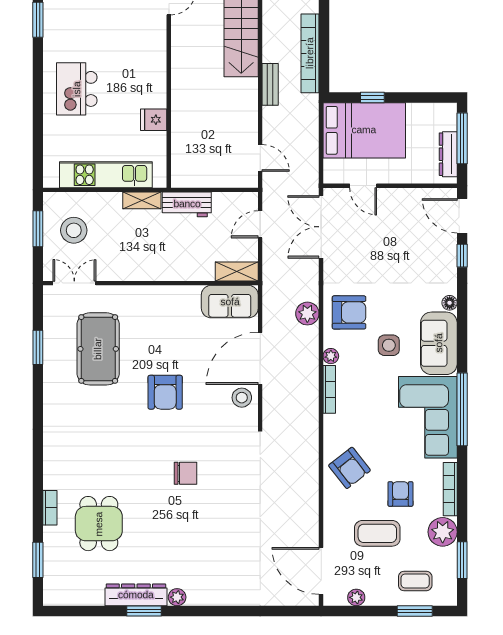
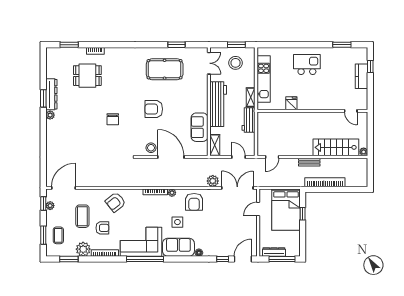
workbench: (156, 265) -> (218, 104), added
sofa: (230, 302) -> (200, 127), moved
plant: (307, 314) -> (213, 181), moved
pool table: (98, 349) -> (165, 69), moved
window: (352, 611) -> (43, 203), added

